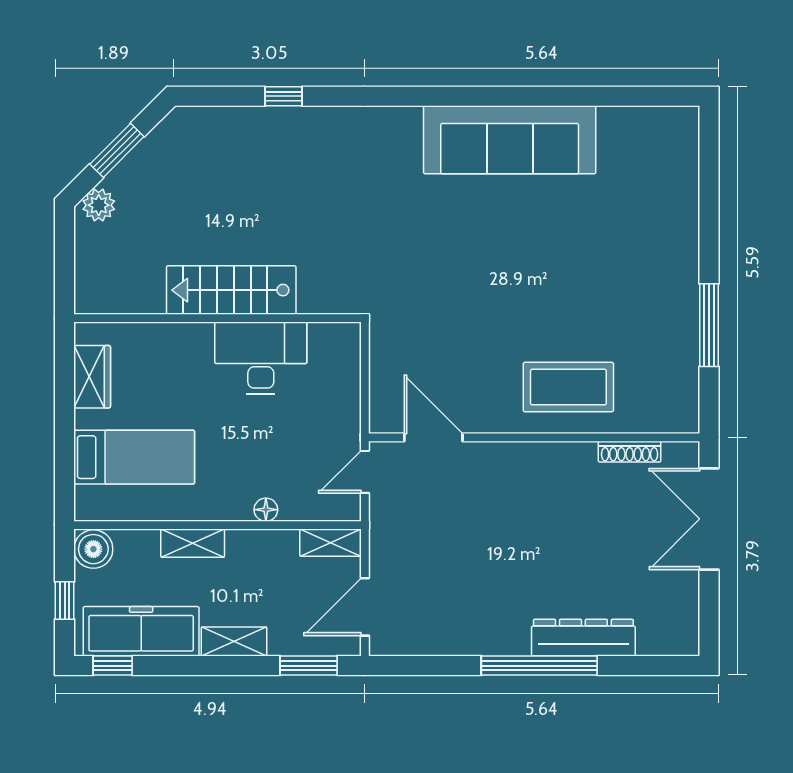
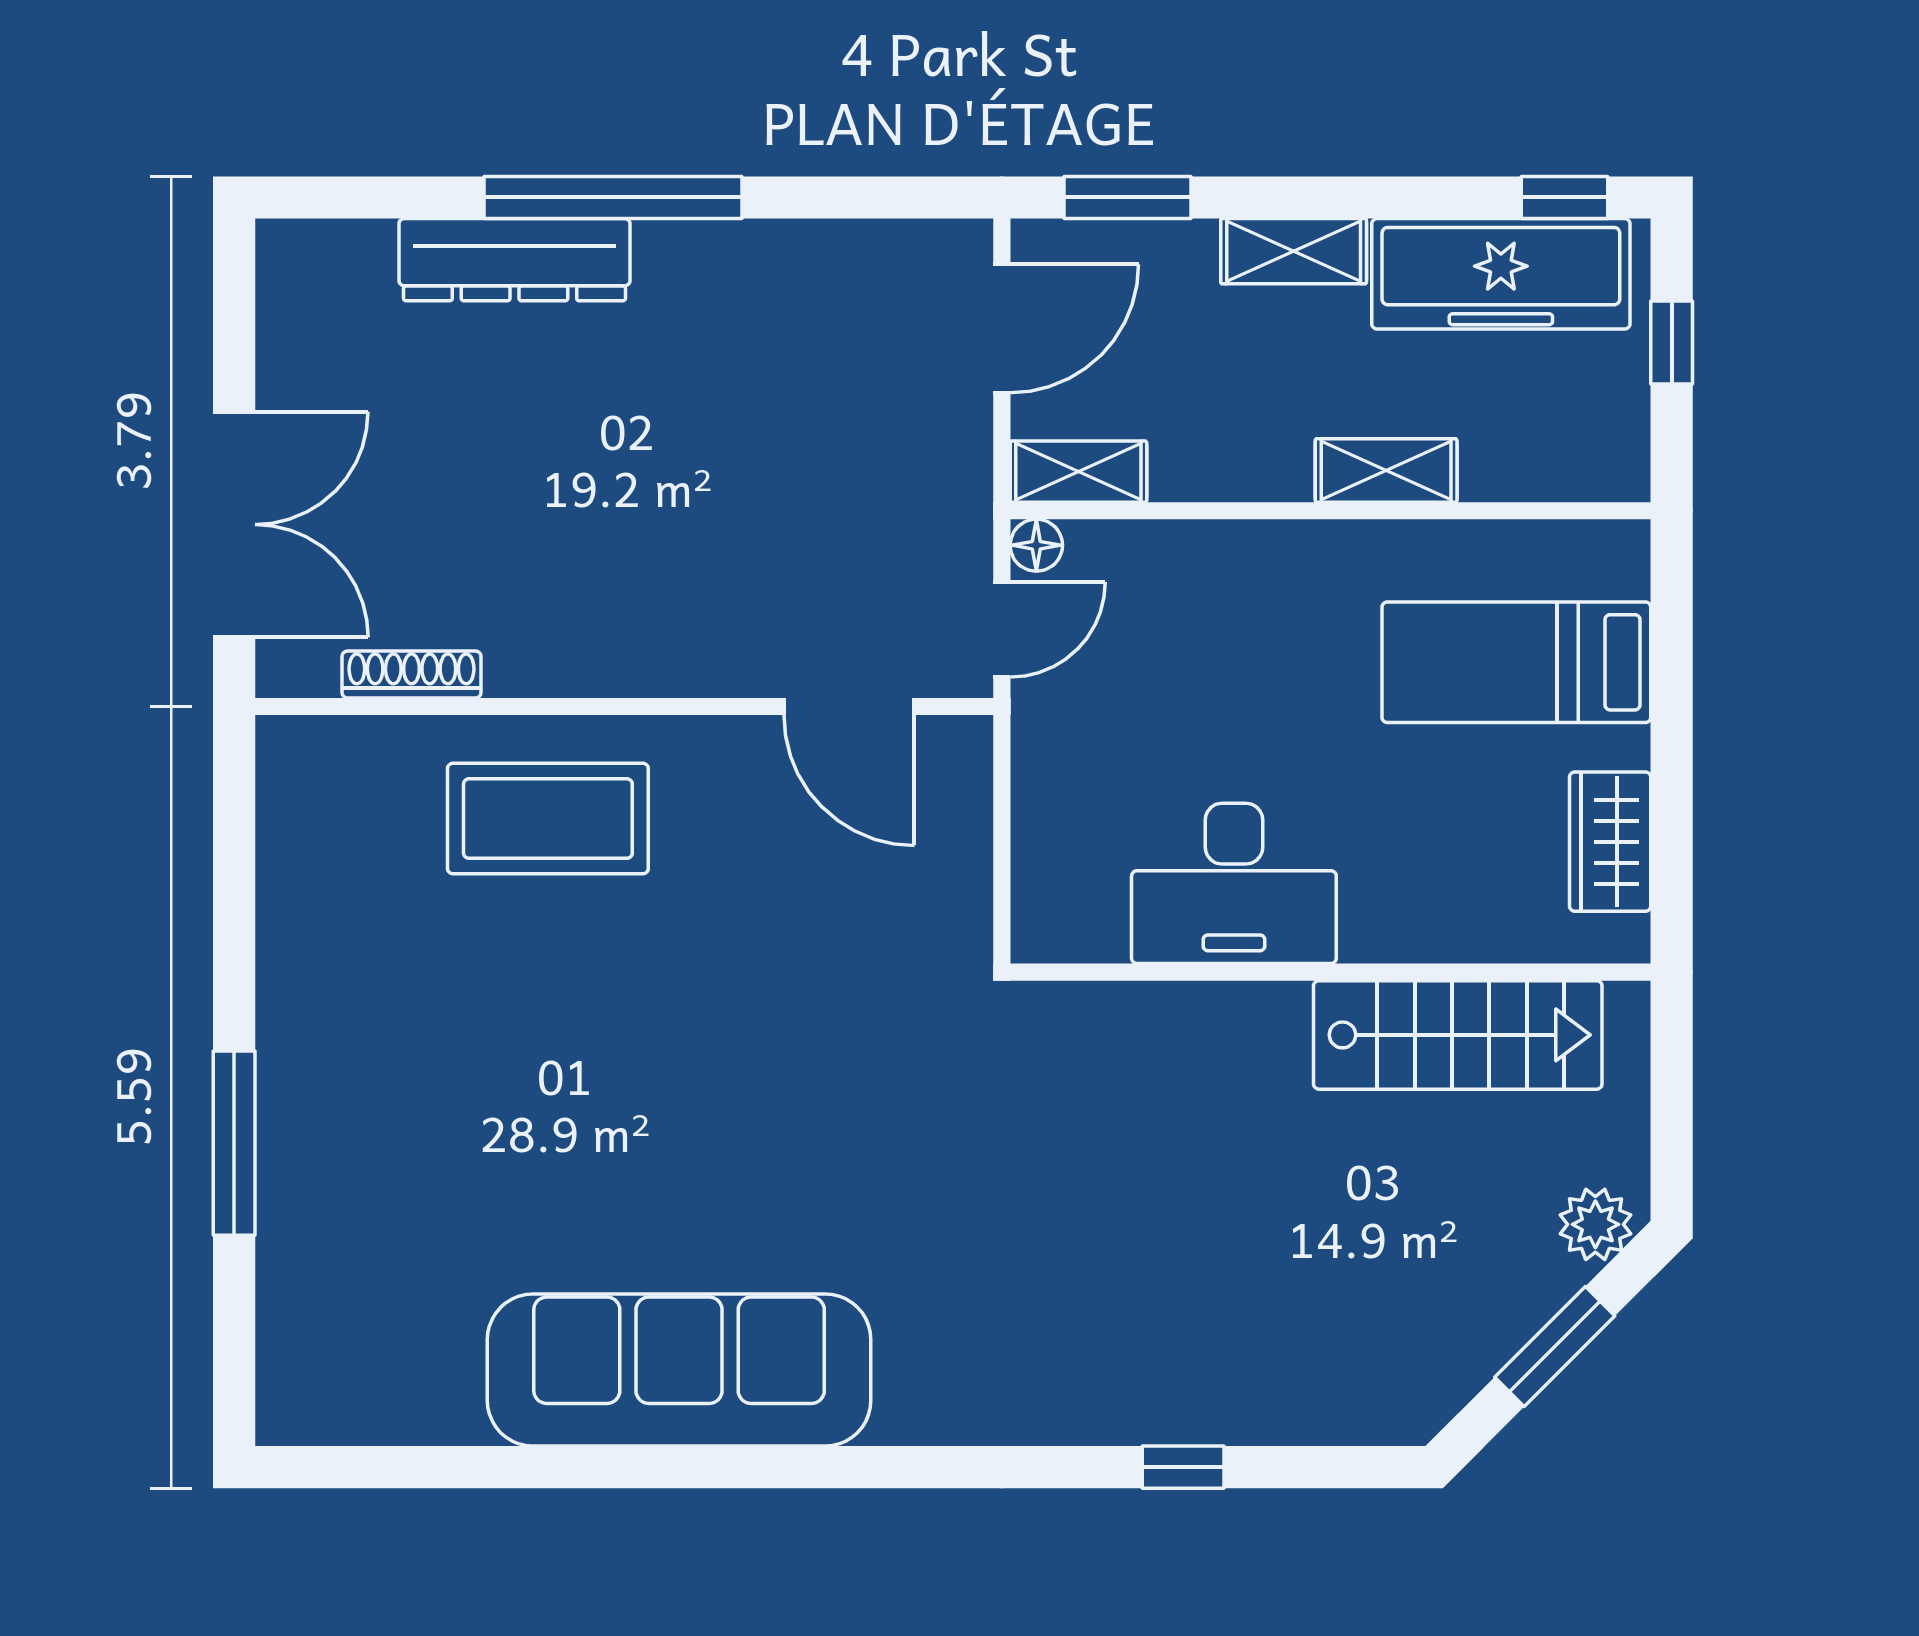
stairs: (231, 290) -> (1458, 1035), moved
window: (709, 325) -> (234, 1143), moved
floor lamp: (266, 510) -> (1036, 545), moved
boiler: (93, 549) -> (1607, 457), removed

